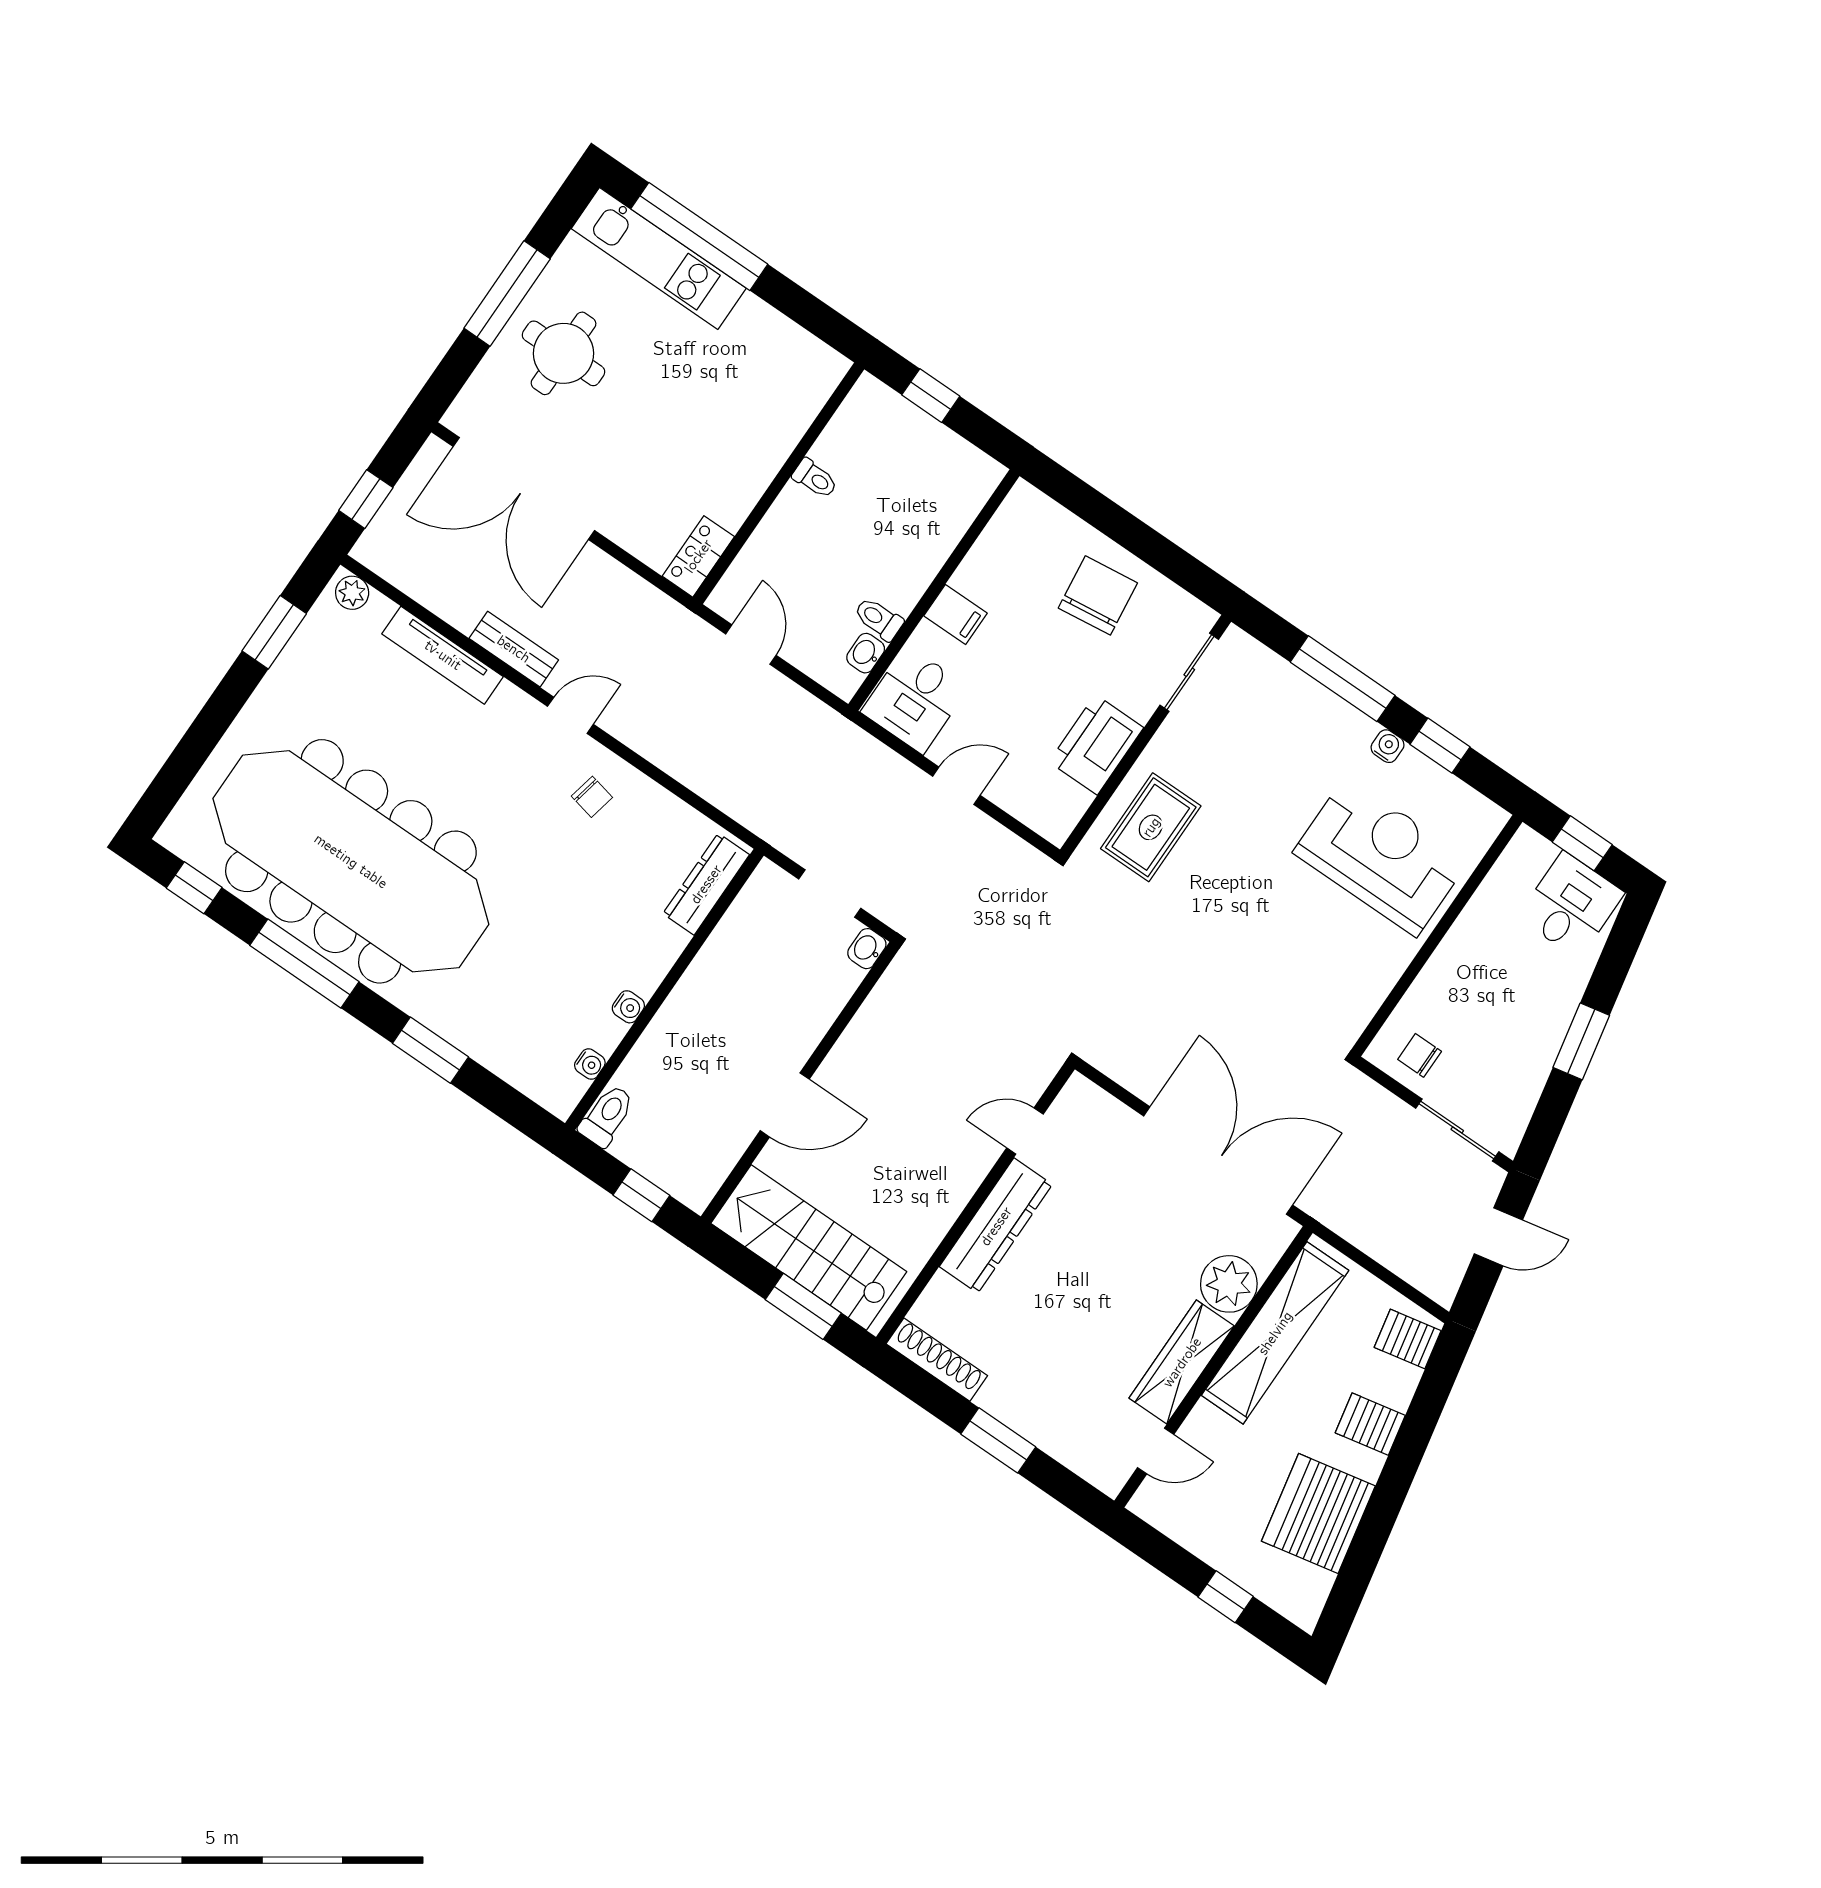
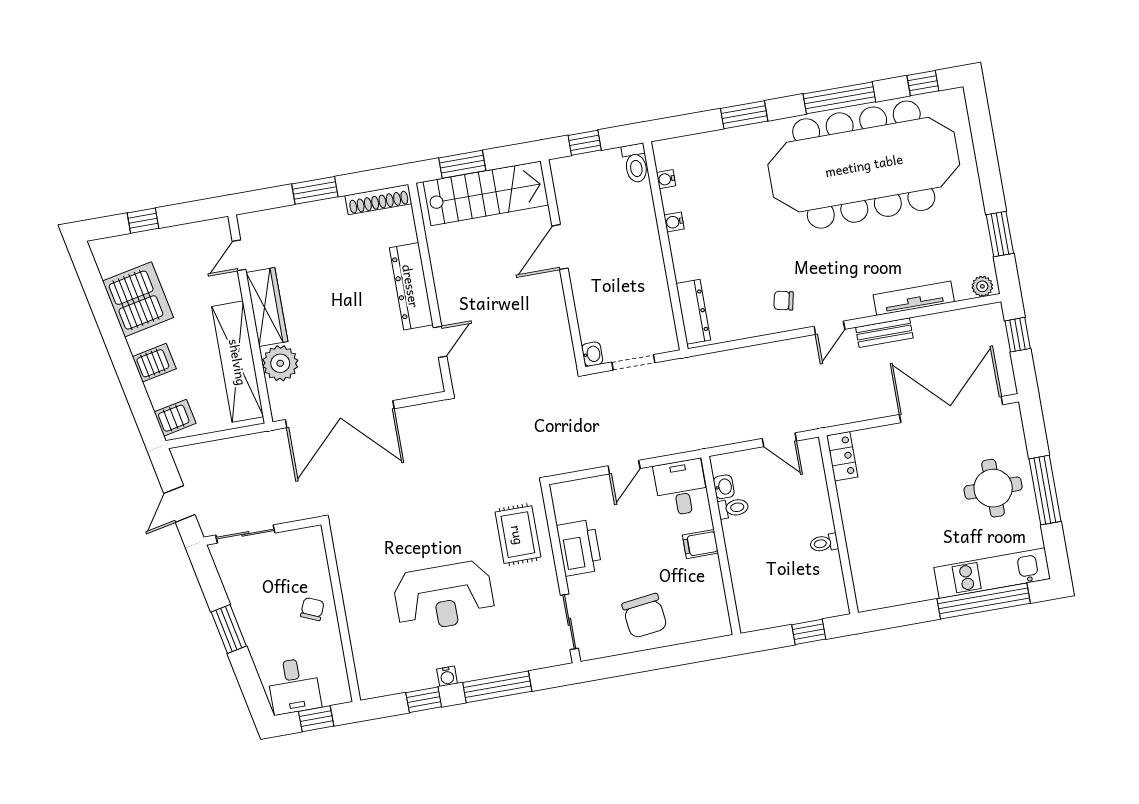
reception desk: (1381, 856) -> (444, 596), moved
chair: (1420, 1055) -> (312, 609), moved, turned -67

